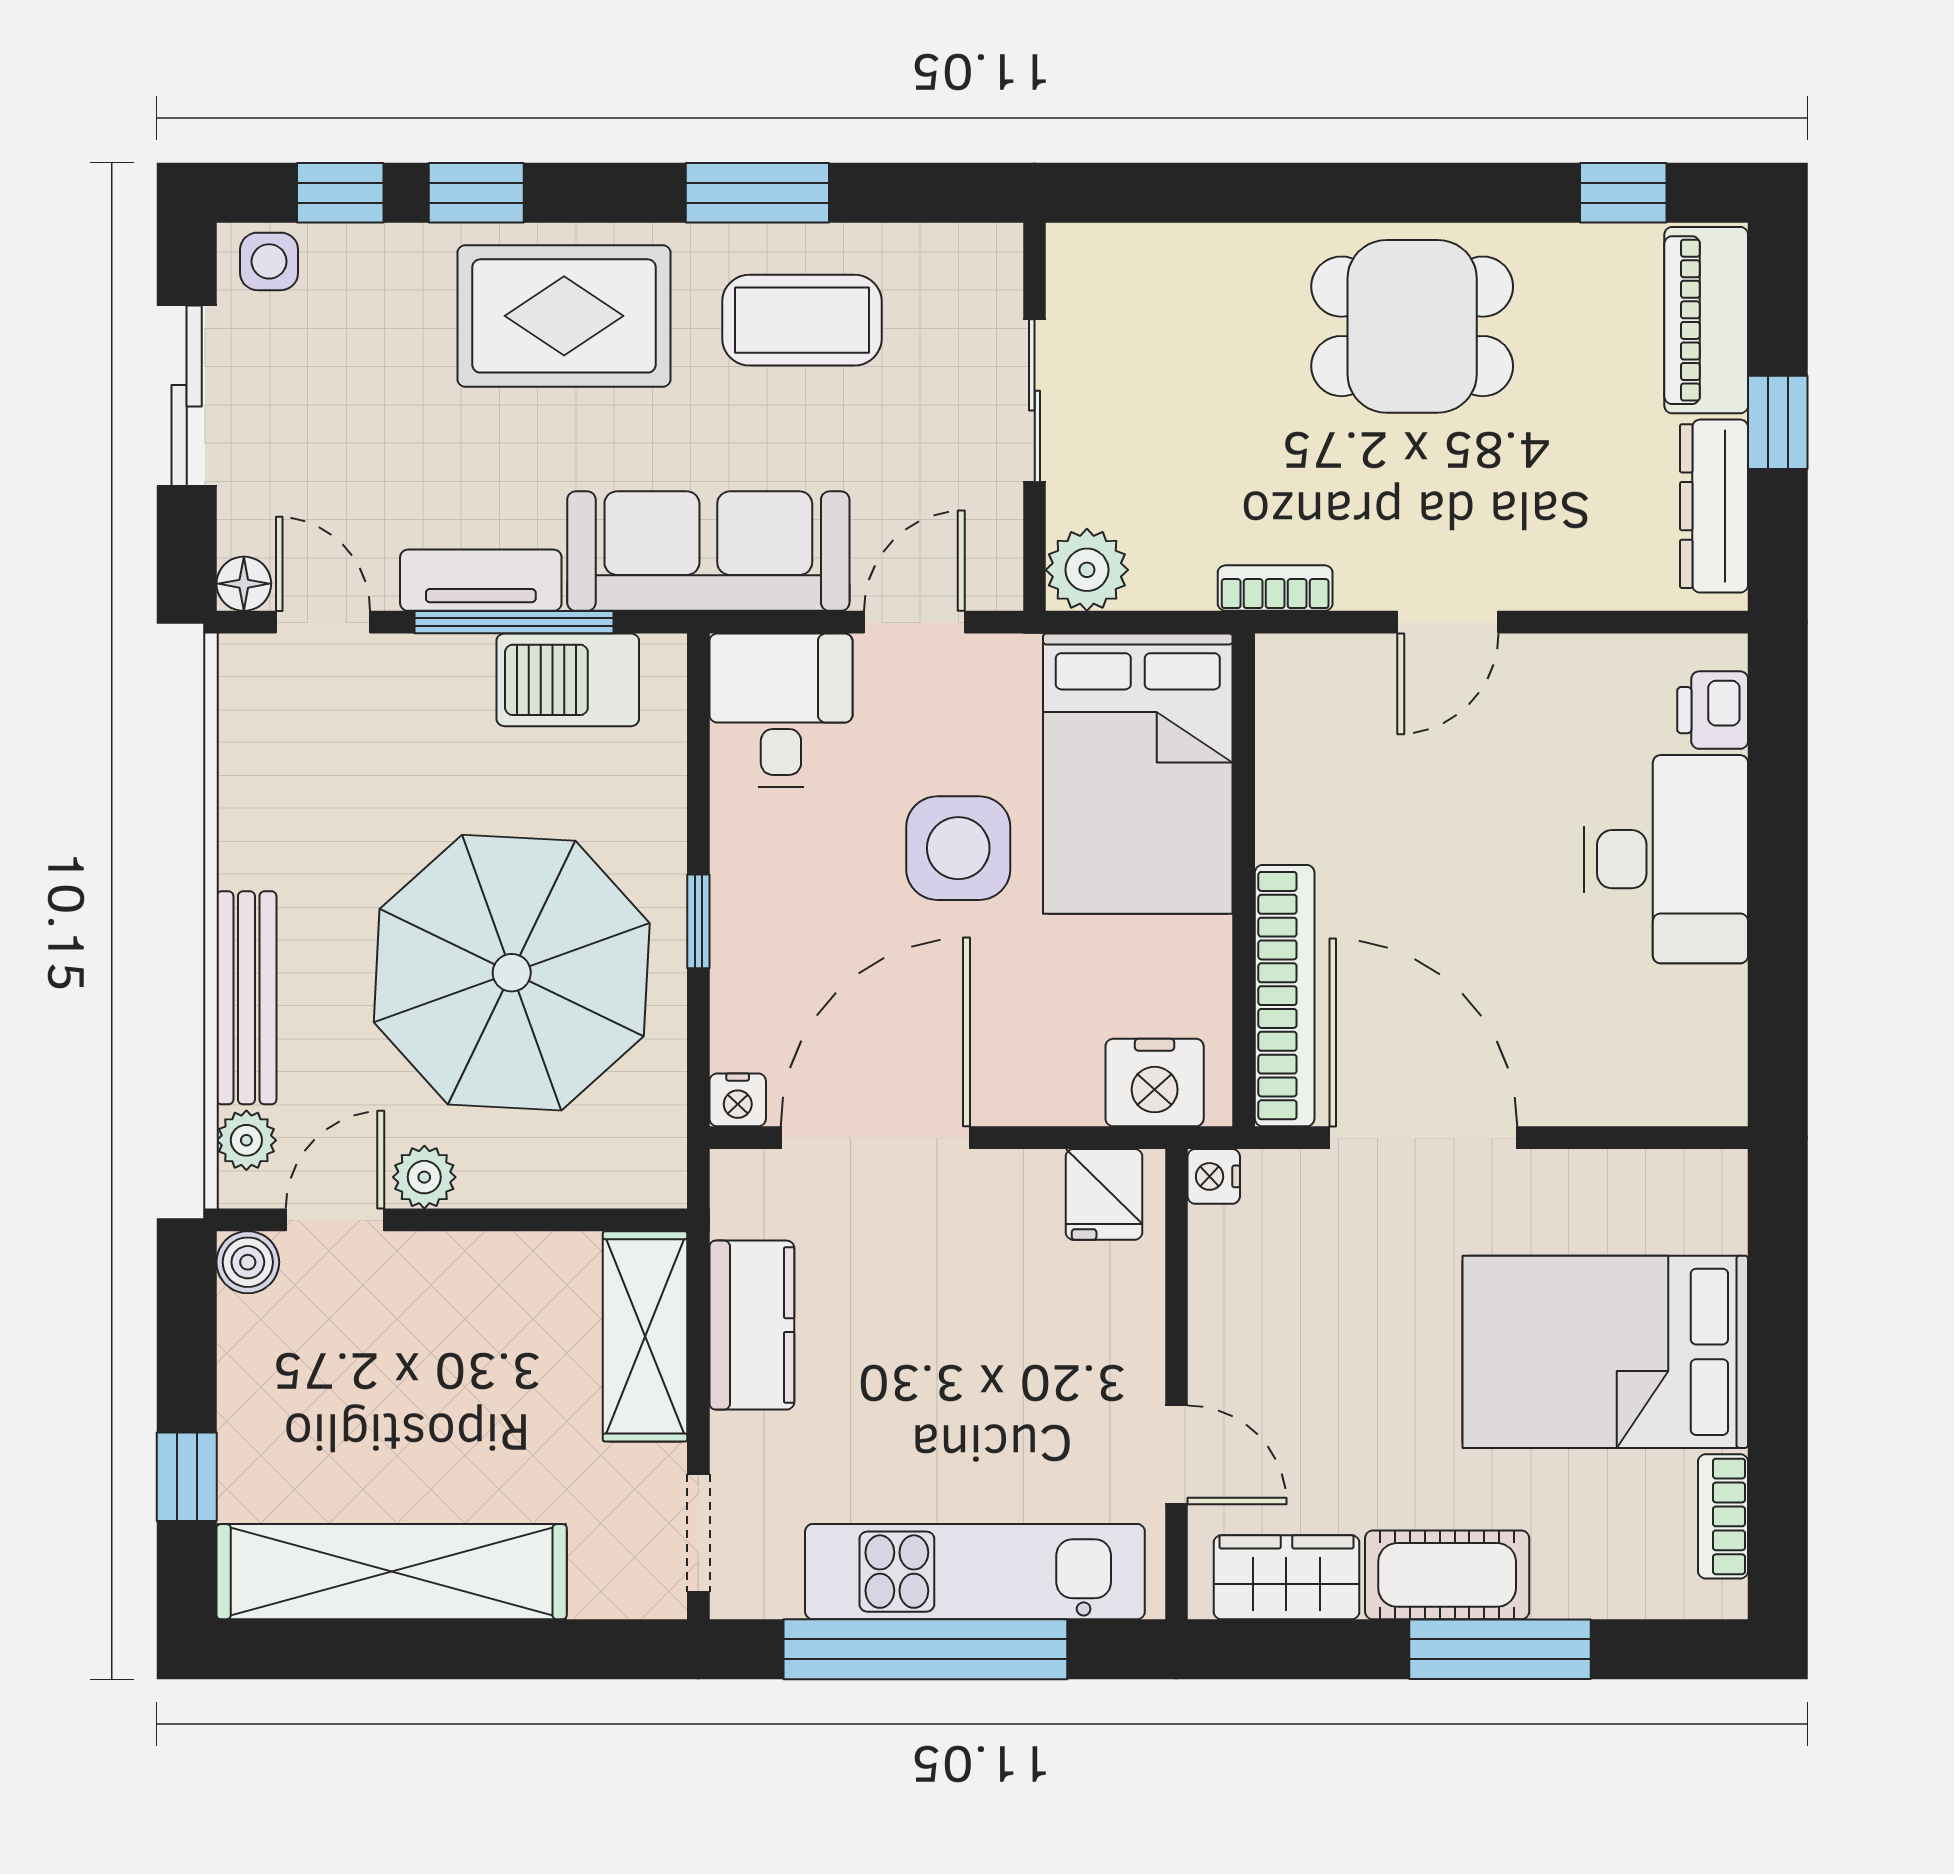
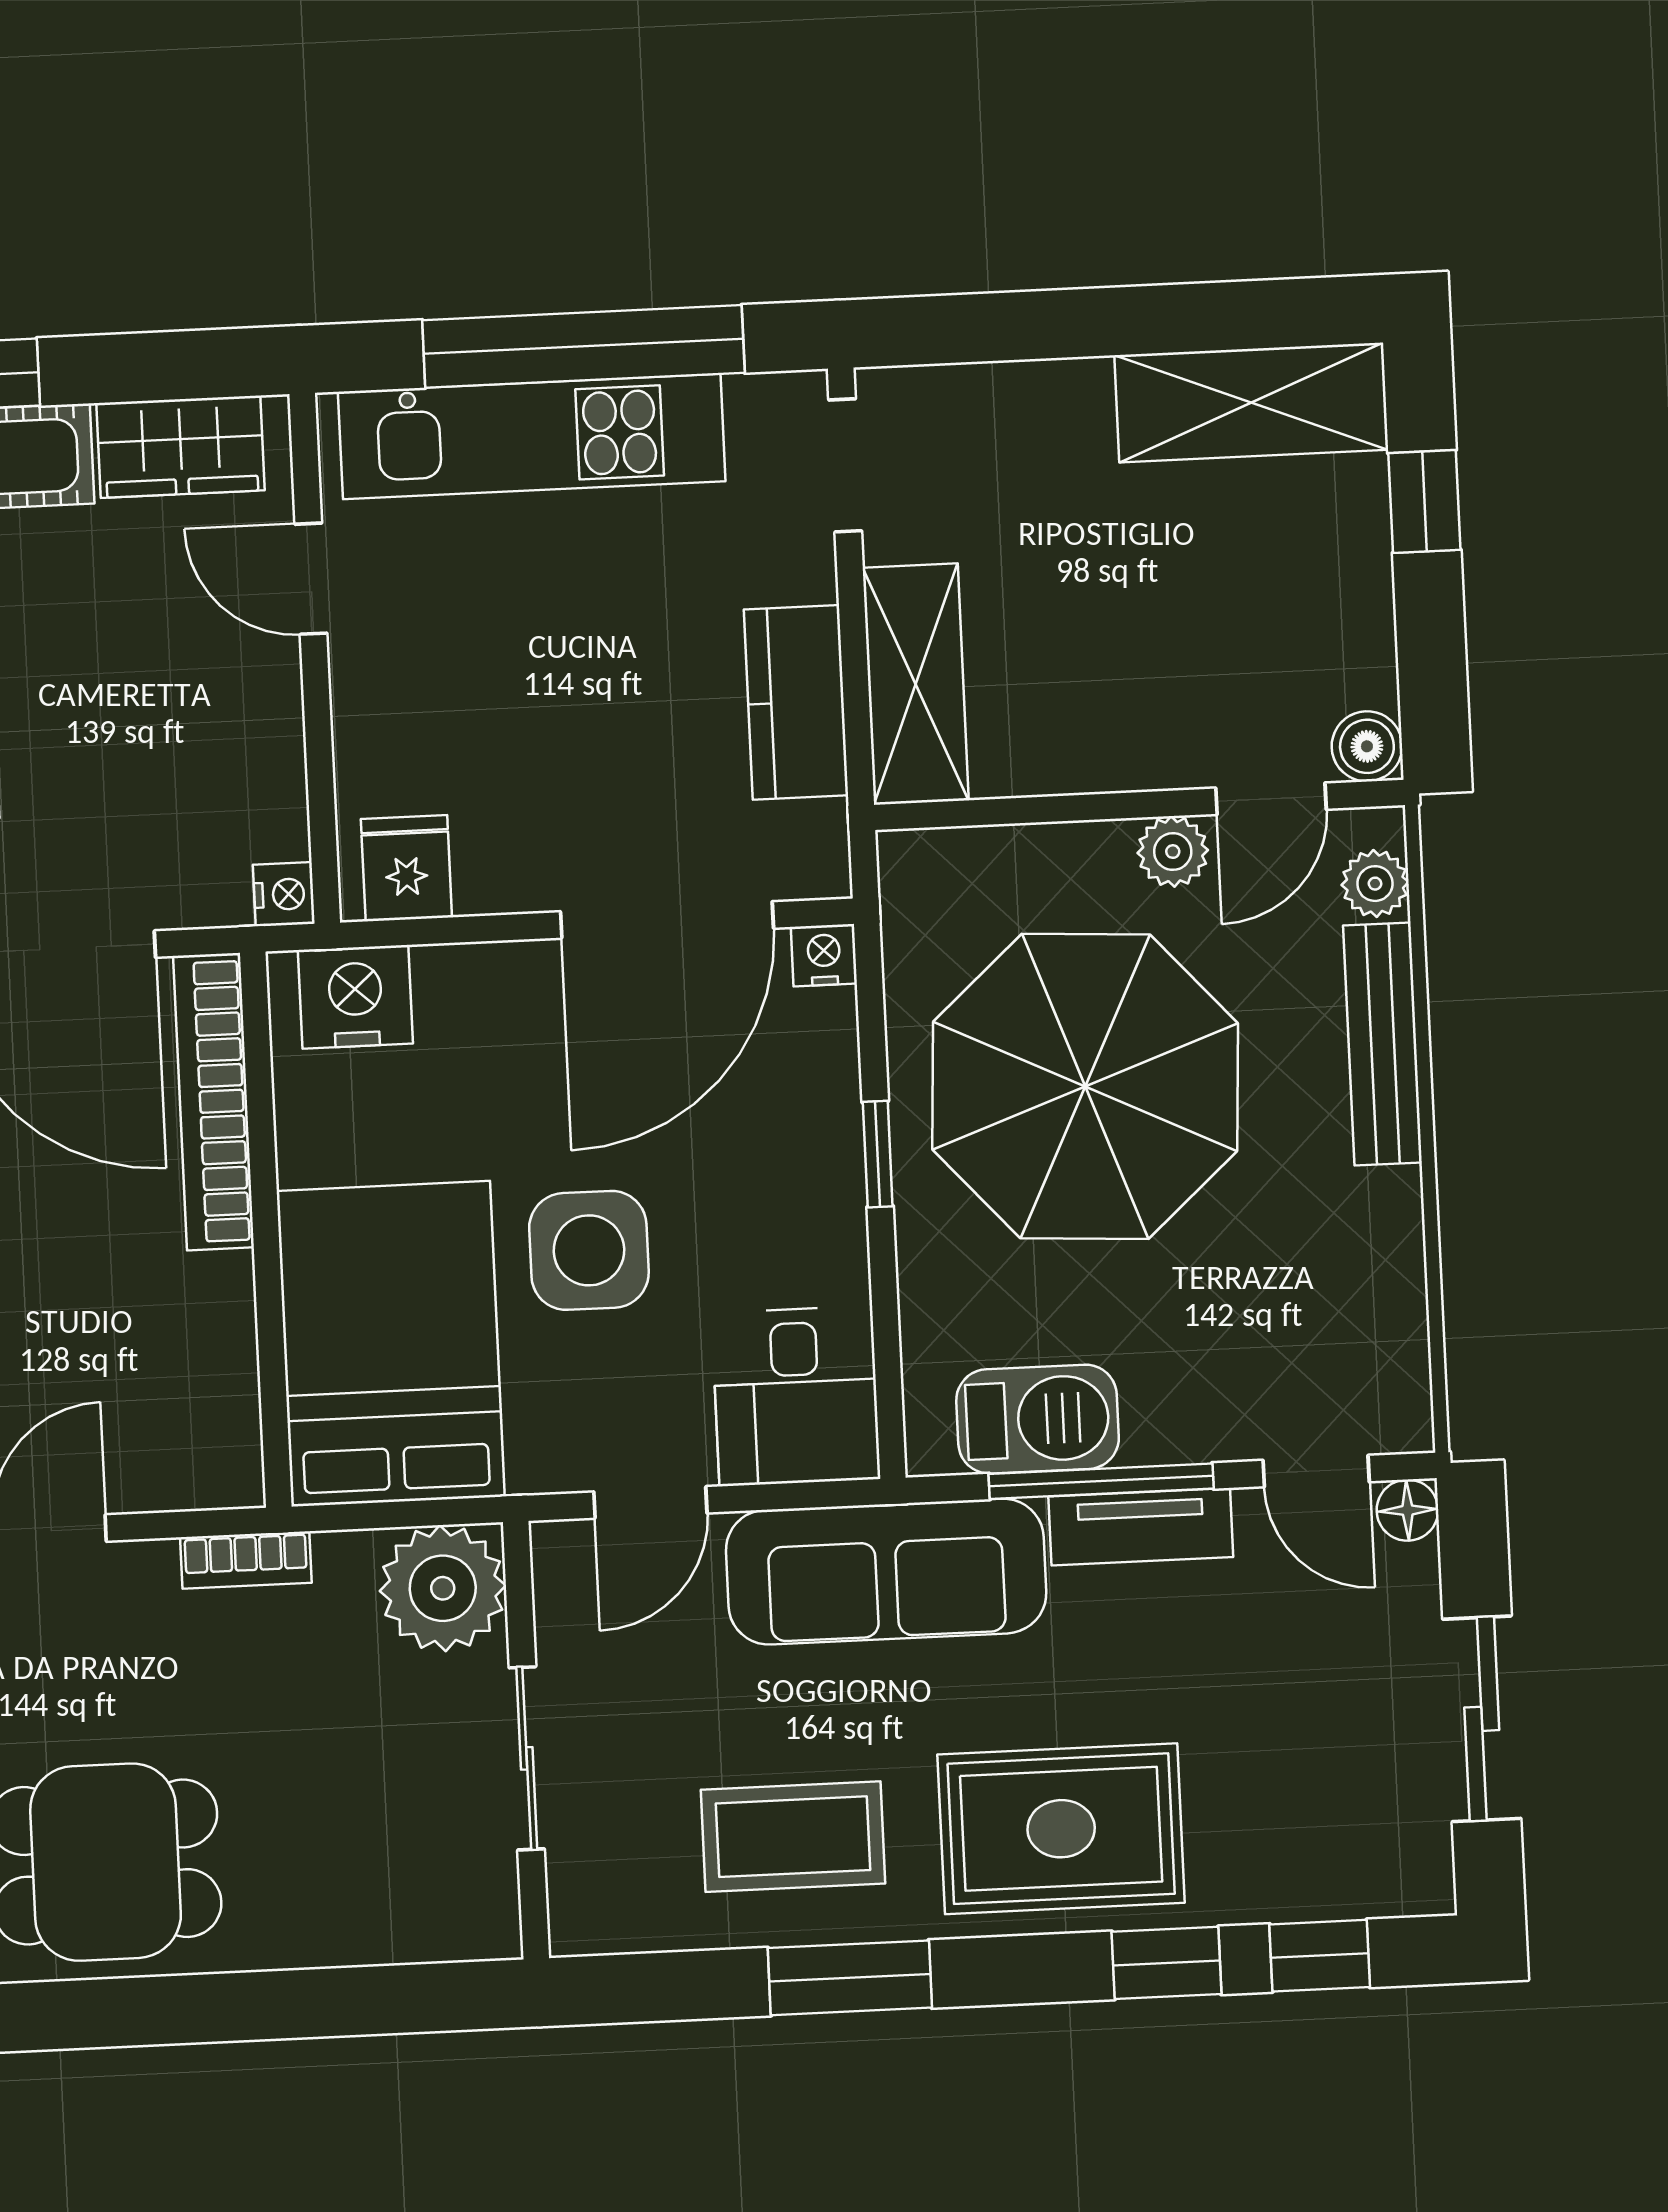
side table: (269, 261) -> (1396, 1874), removed
plant: (1087, 570) -> (443, 1588), width x1.36, depth x1.36
shelving: (392, 1572) -> (1251, 402), width x0.68

